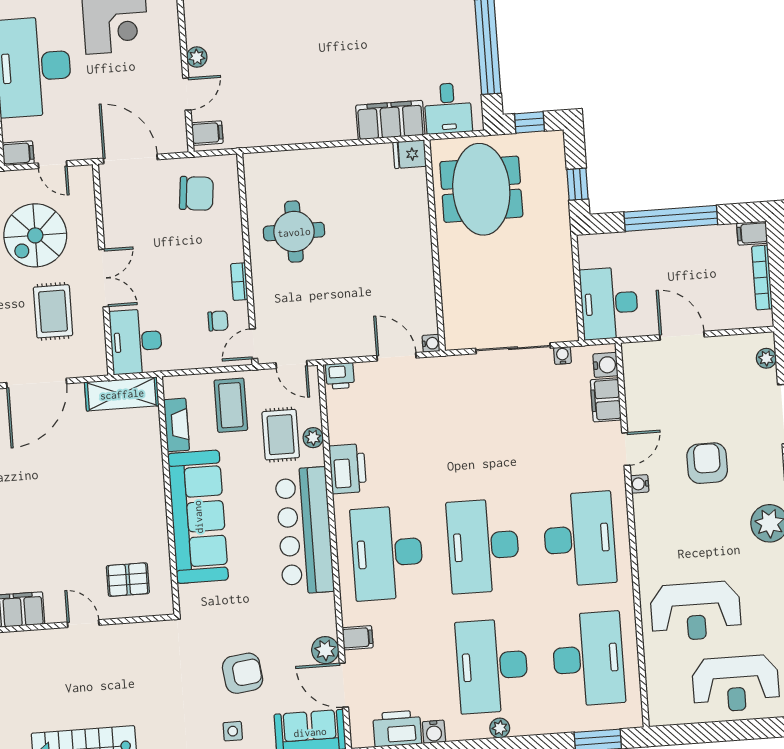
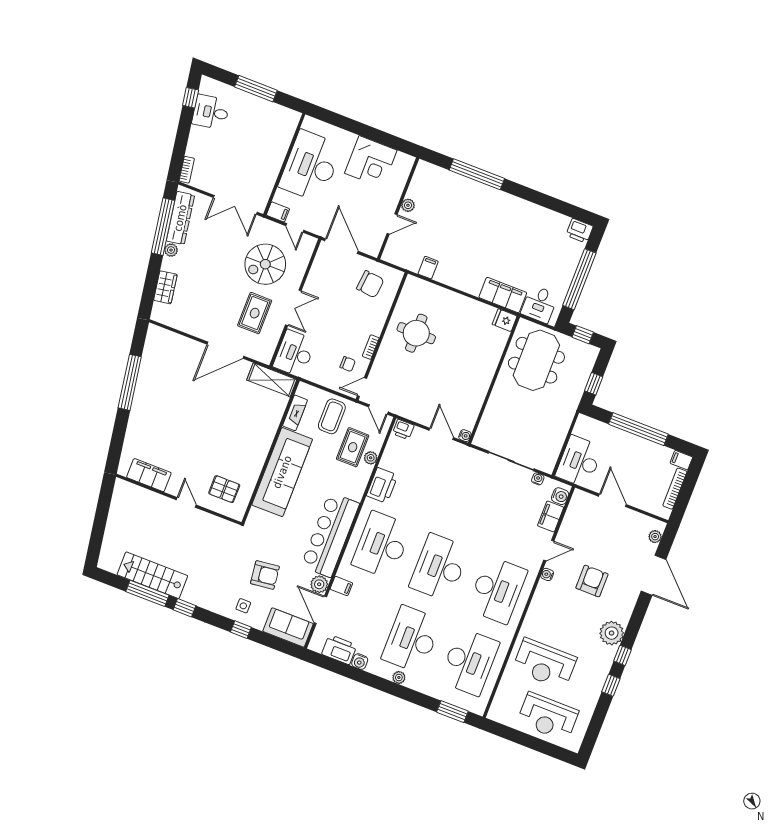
filing cabinet: (207, 133) -> (428, 268), moved, turned -90
bar counter: (304, 531) -> (330, 535), moved

